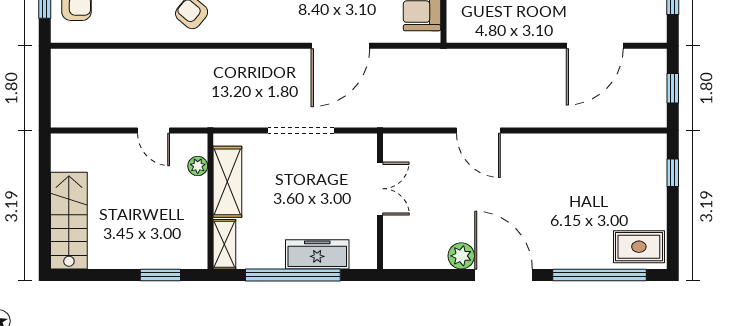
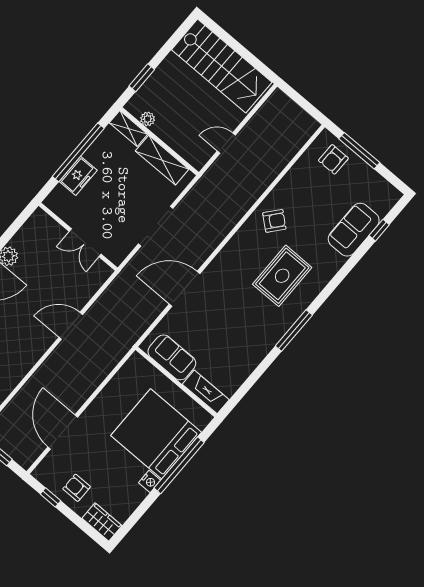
door: (340, 46) -> (185, 289), hinge flipped
plant: (198, 166) -> (148, 119), moved
stairs: (69, 221) -> (222, 66), width x1.36, depth x1.51
freezer: (317, 254) -> (78, 176), width x0.71

